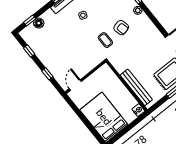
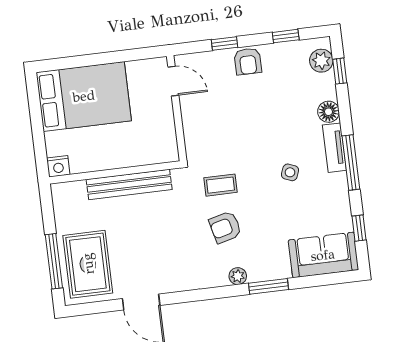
floor lamp: (39, 23) -> (328, 112), moved
plant: (30, 31) -> (321, 61), added
armchair: (49, 60) -> (248, 61), added
bench: (136, 87) -> (129, 184), moved

